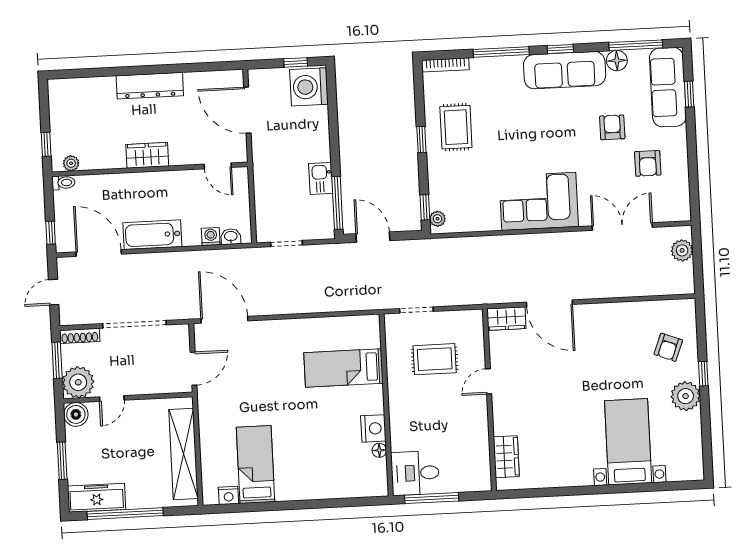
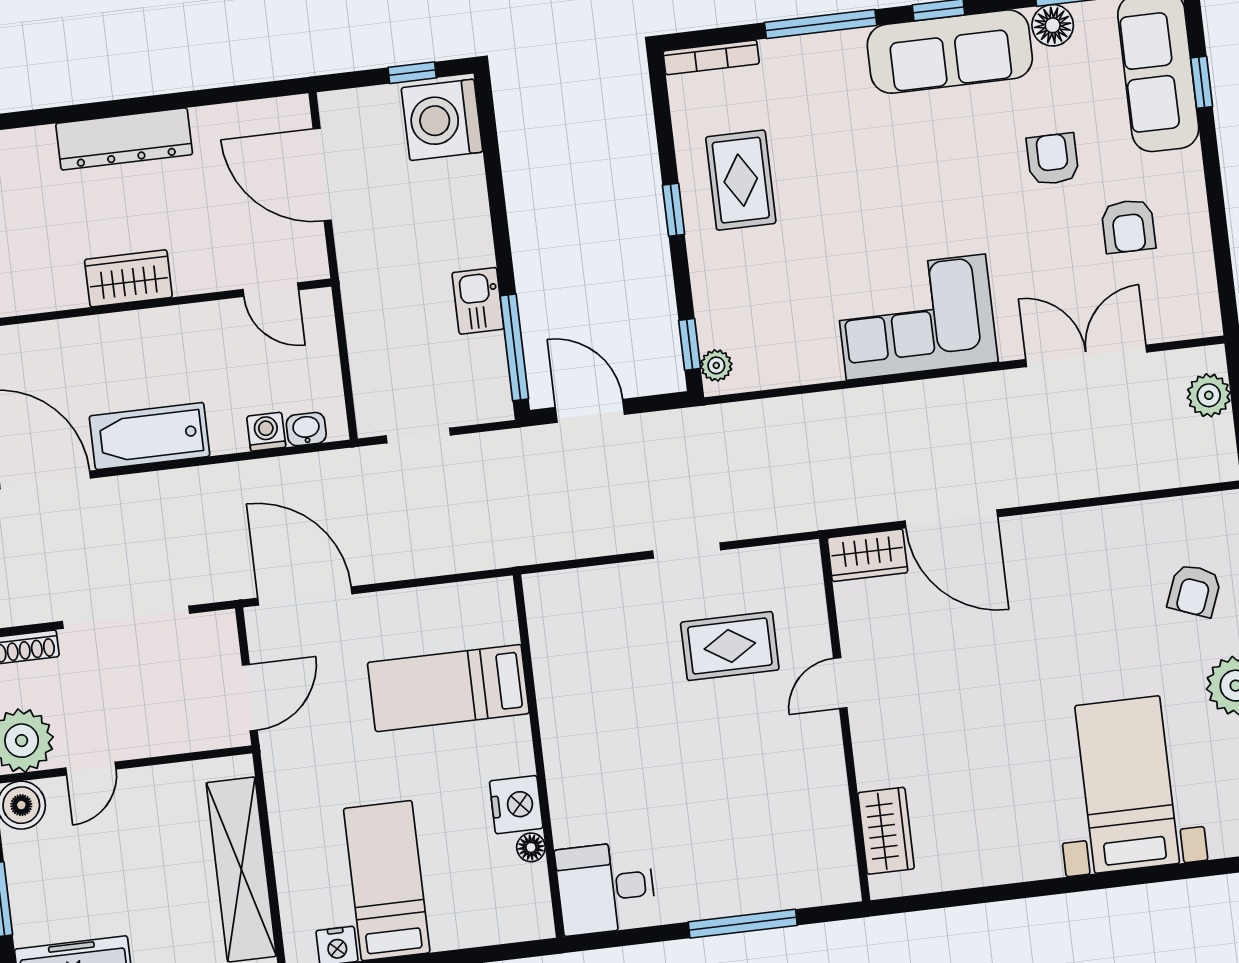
bed: (343, 368) -> (448, 688), moved
wall: (386, 405) -> (539, 756), moved
nightstand: (373, 428) -> (516, 805), moved
floor lamp: (379, 450) -> (531, 847), moved
desk: (415, 473) -> (606, 888), moved

